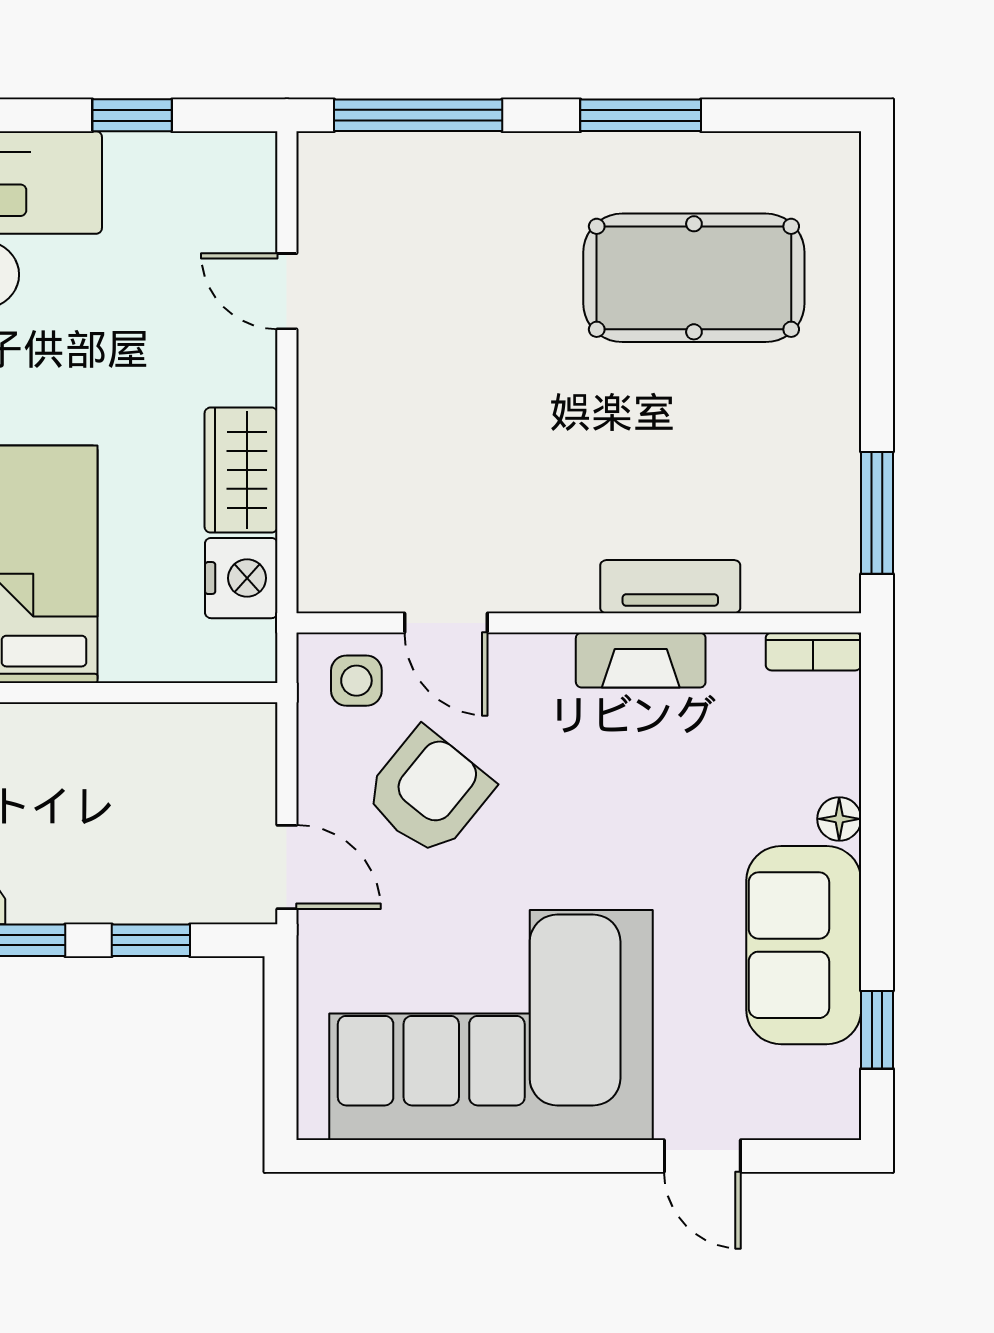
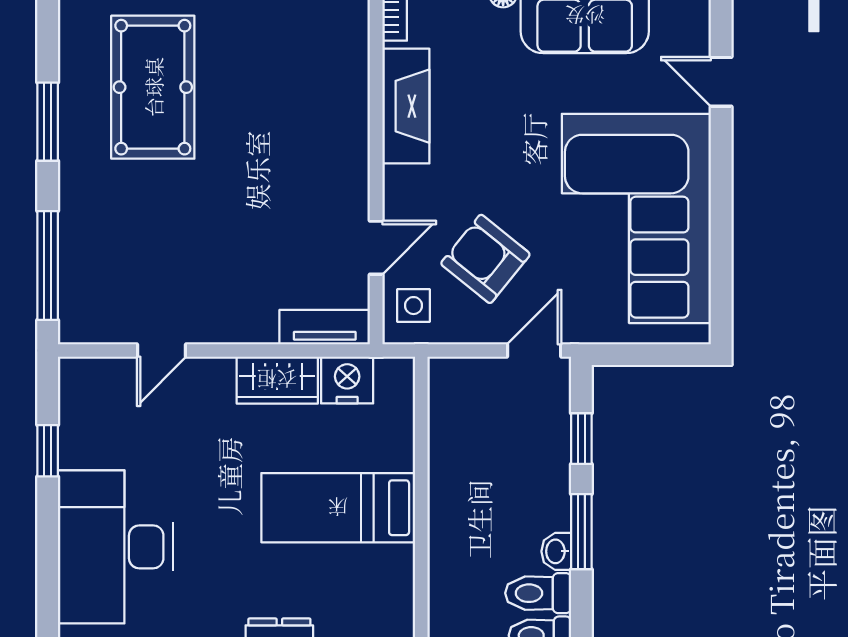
tv unit: (670, 587) -> (325, 327), moved, turned 90
fireplace: (641, 660) -> (406, 106), width x1.37, depth x1.32
door: (702, 1156) -> (721, 82), swing flipped

